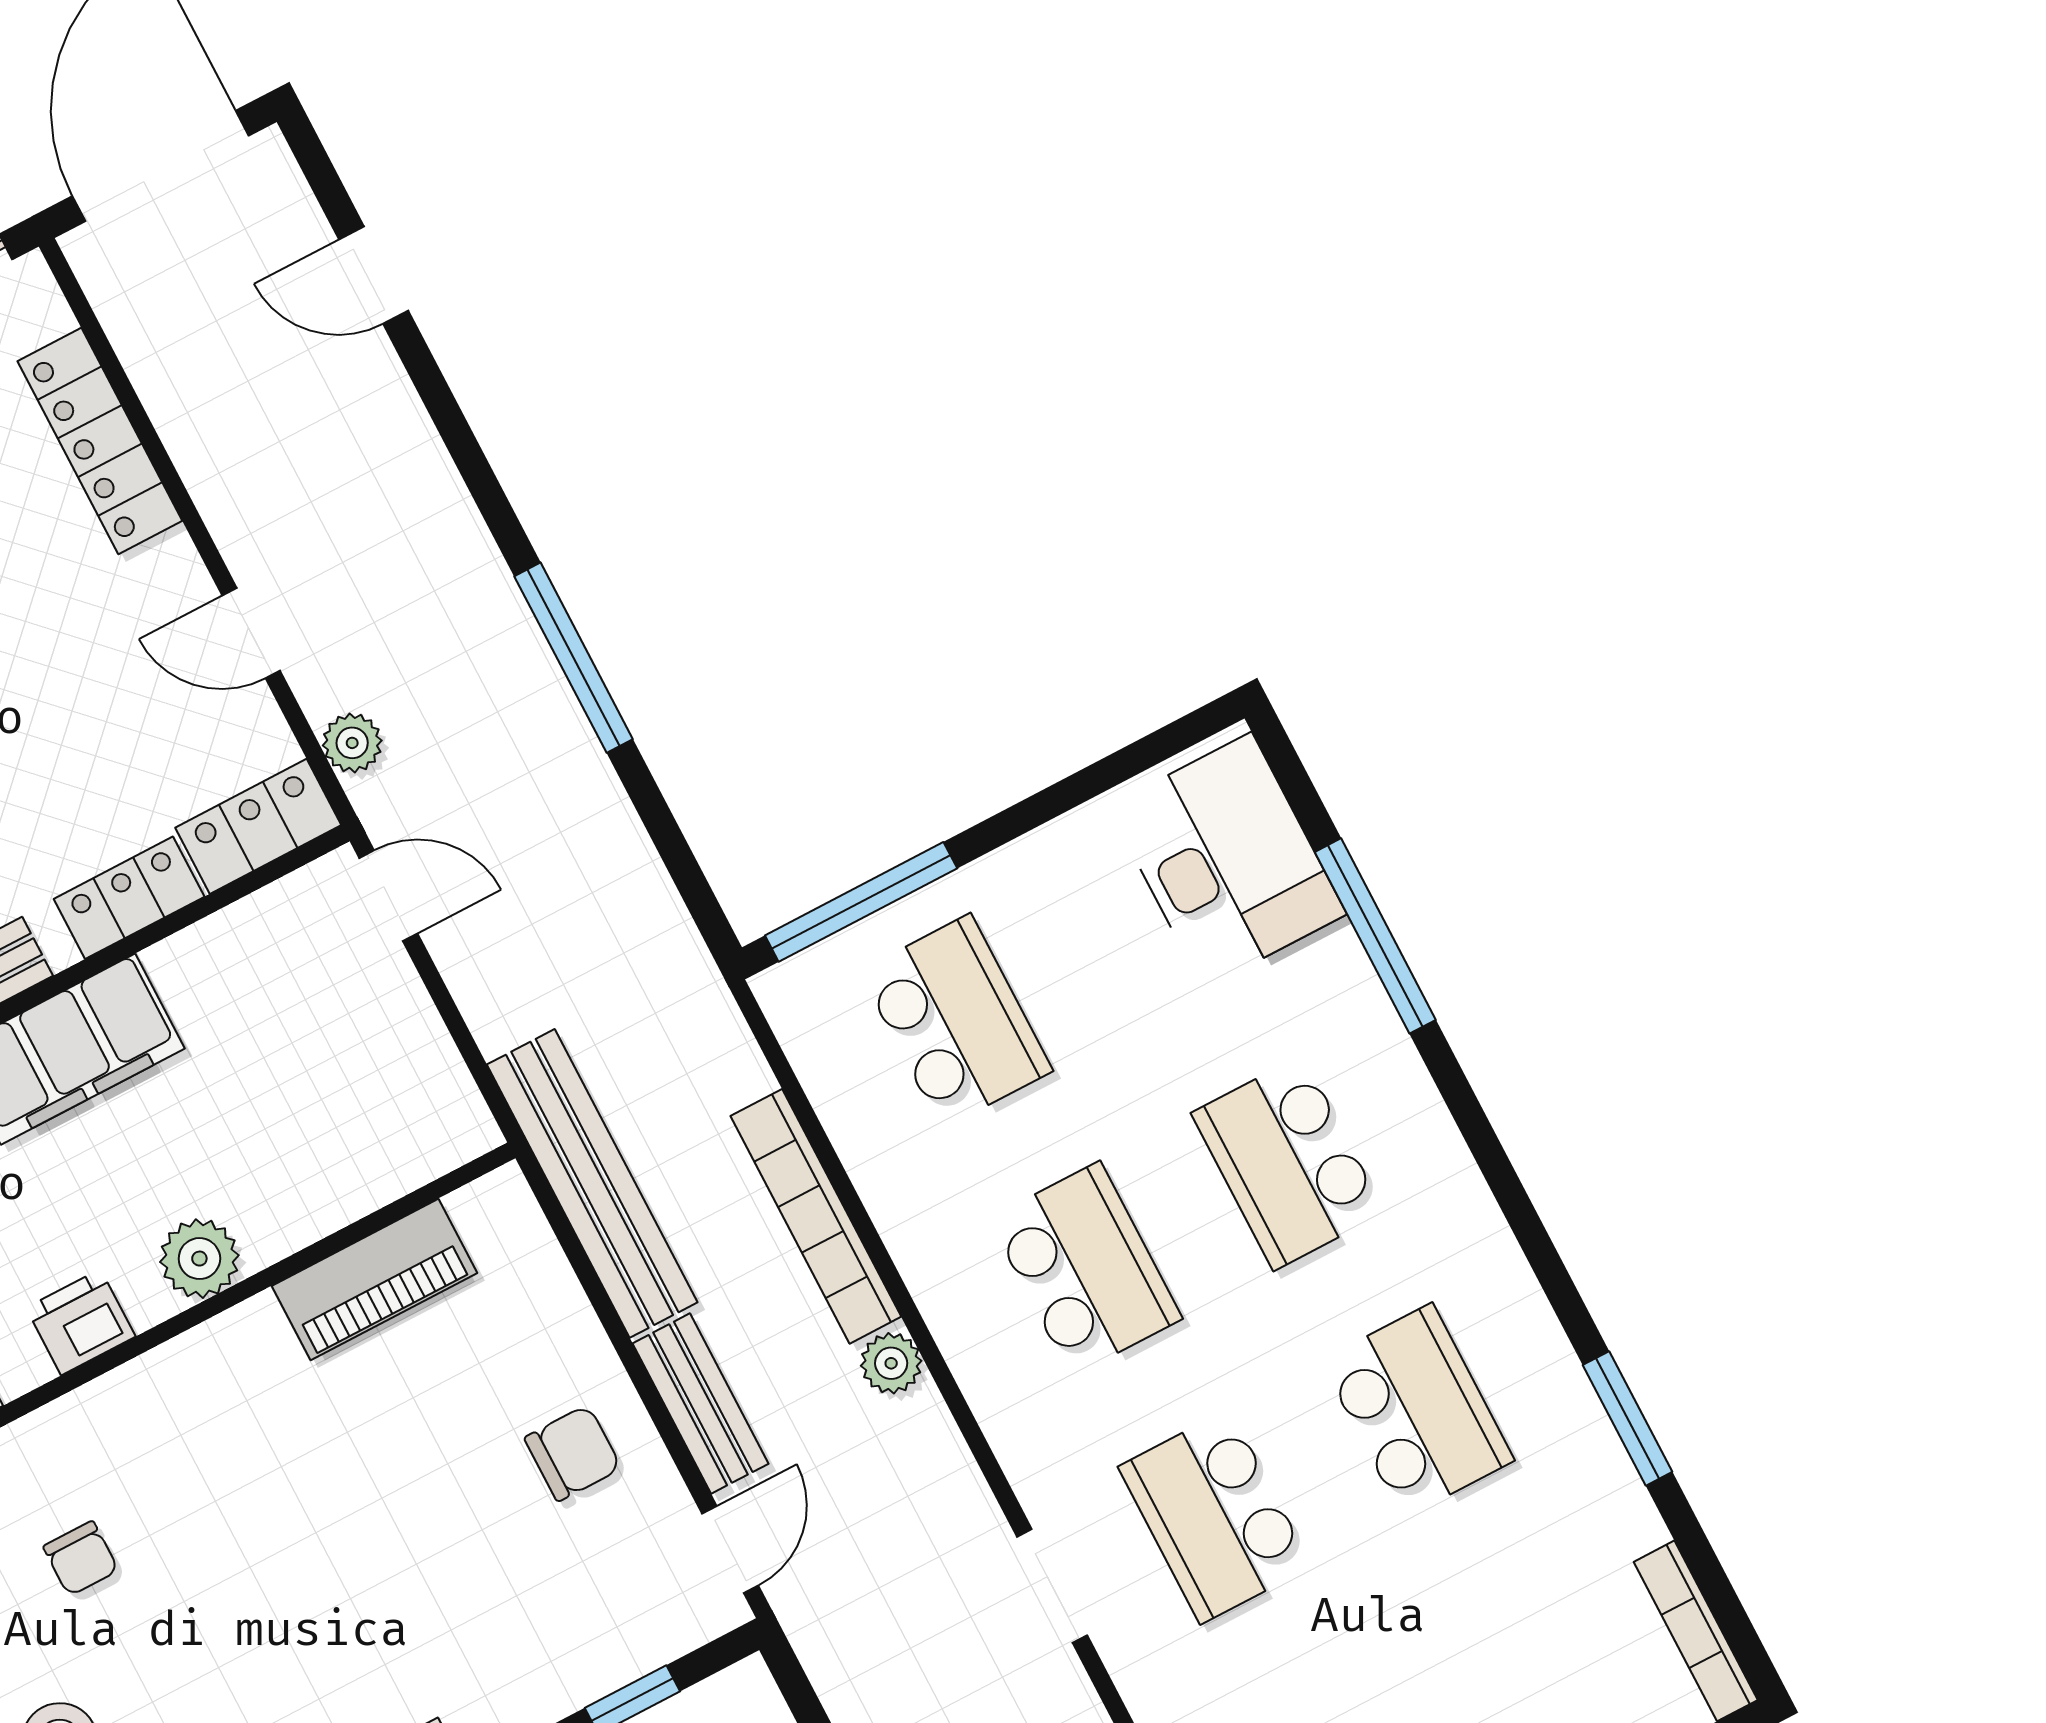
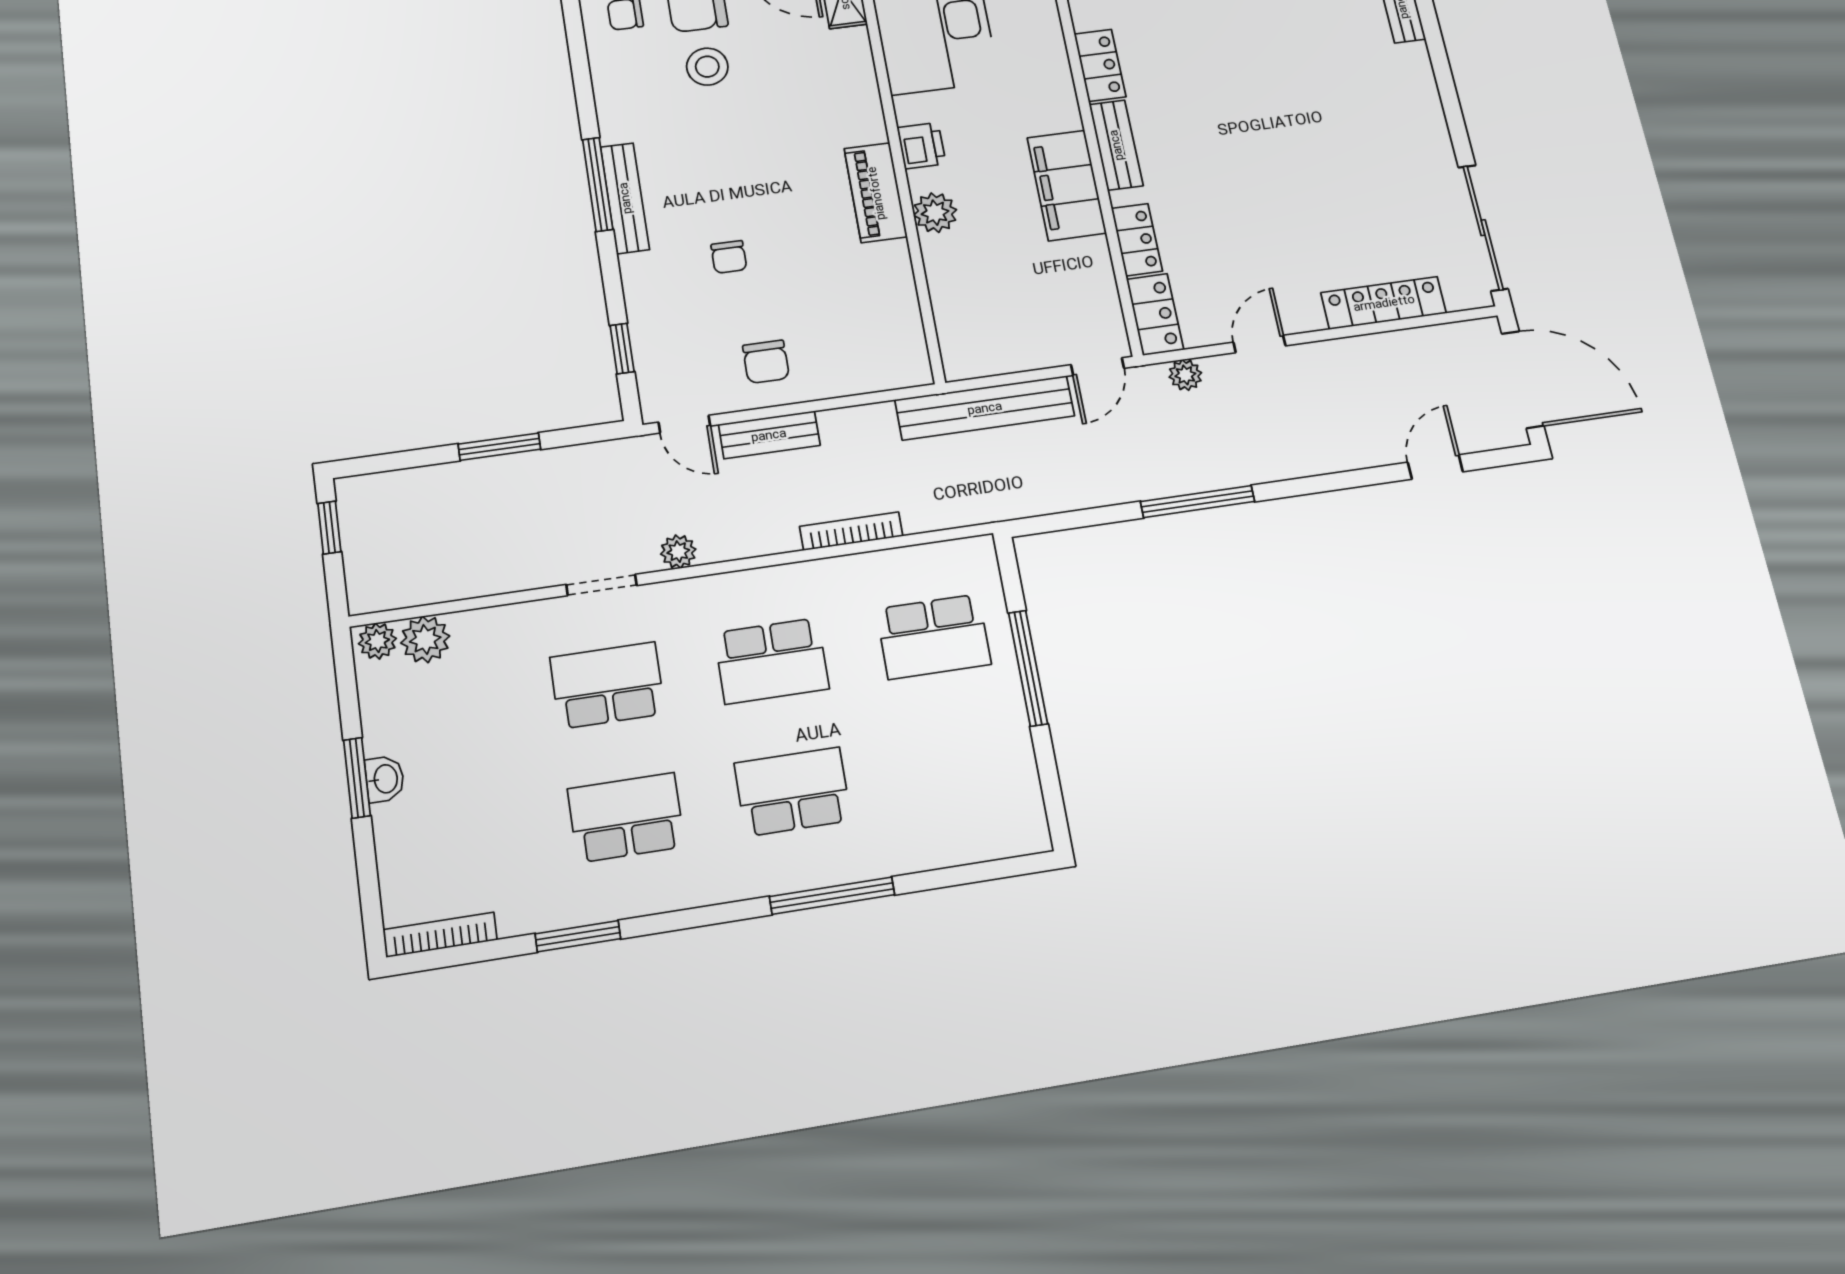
desk: (1227, 860) -> (976, 815), removed
window: (861, 902) -> (1028, 668), moved
window: (1375, 936) -> (832, 896), moved
bench: (592, 1183) -> (985, 408), moved
bookcase: (816, 1216) -> (851, 531), width x0.68, depth x0.76
piano: (374, 1279) -> (876, 193), moved
plant: (891, 1363) -> (678, 552), moved
school desk: (1418, 1411) -> (626, 818), turned 180
chair: (81, 1558) -> (729, 257), moved, turned -90

